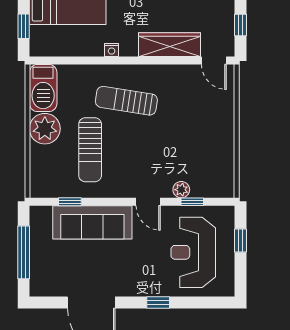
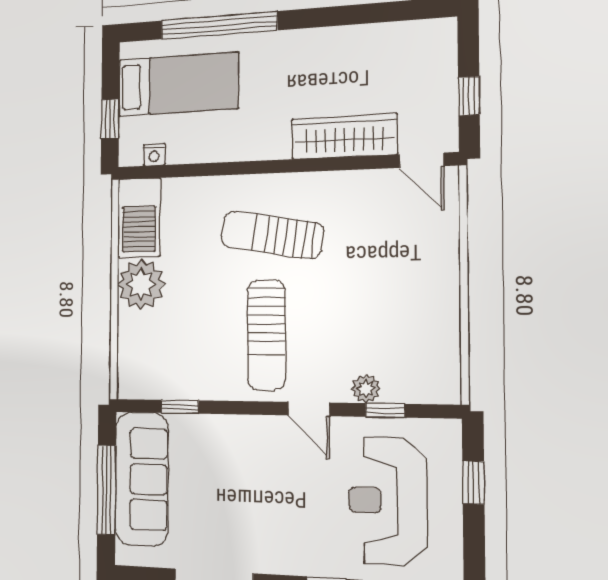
nightstand: (112, 50) -> (154, 155), moved
sun lounger: (90, 150) -> (266, 335), moved
sofa: (92, 222) -> (142, 479), moved, turned -90

